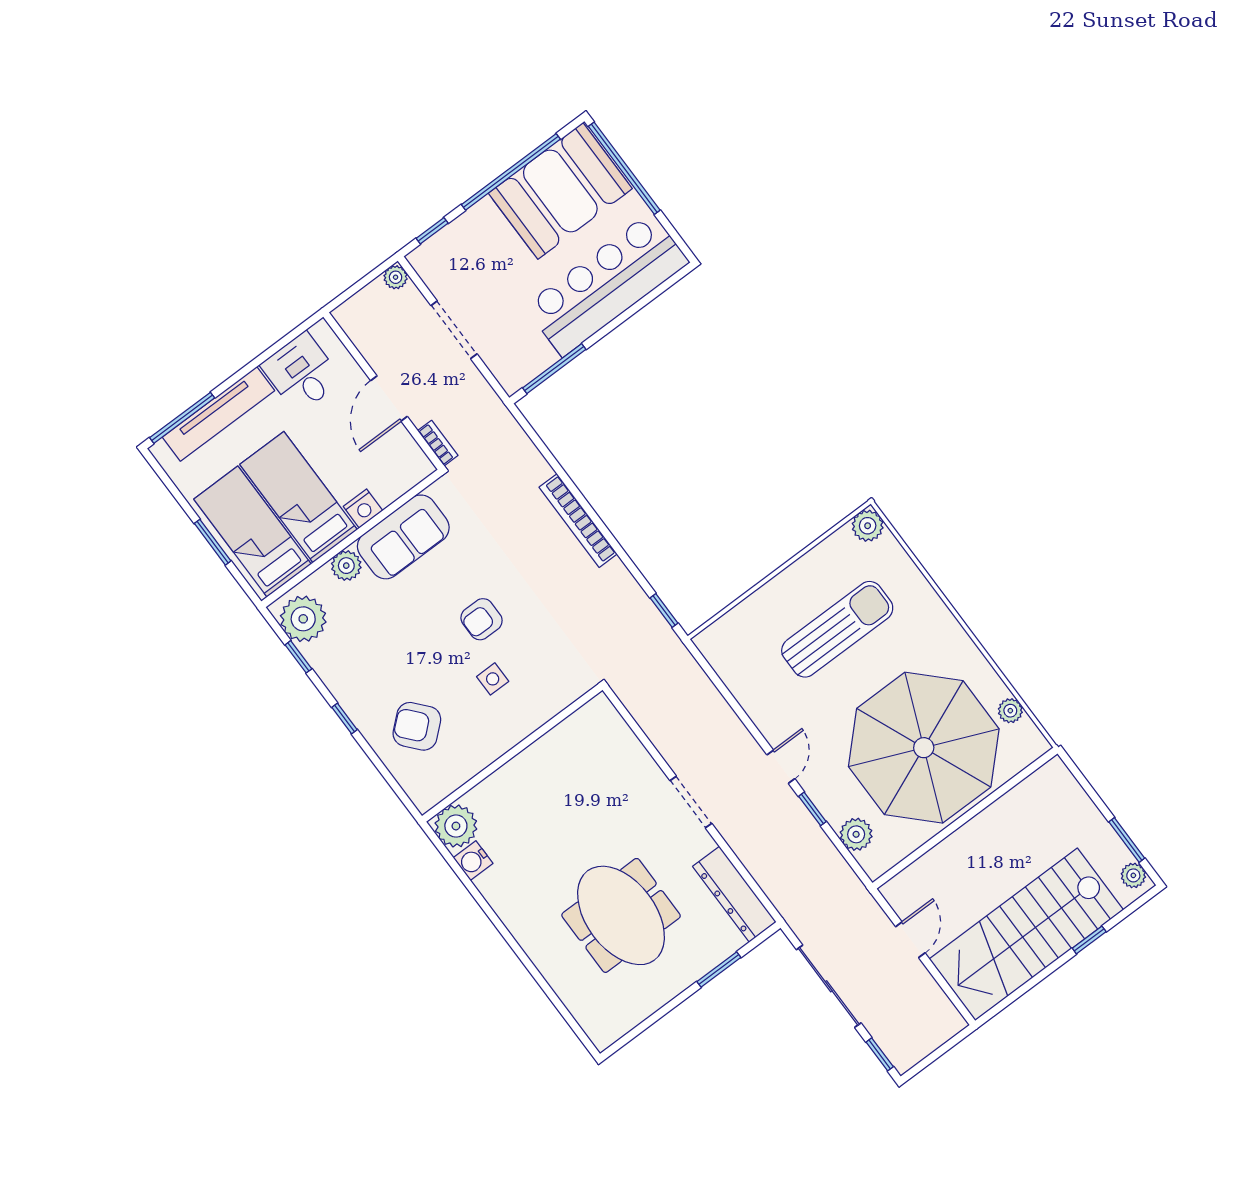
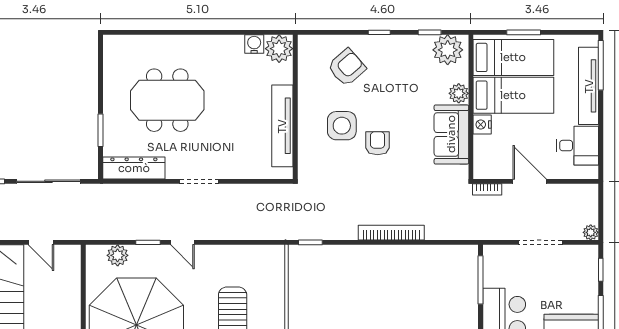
side table: (493, 679) -> (342, 126), width x1.87, depth x1.87
tv unit: (547, 751) -> (282, 126), added

